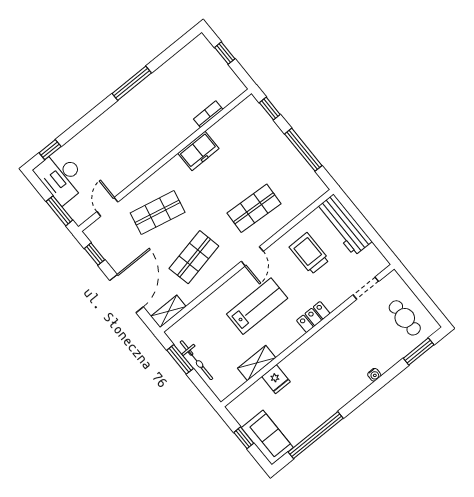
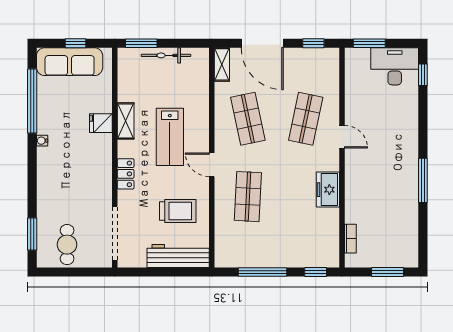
window: (225, 53) -> (387, 272), width x1.50
bookcase: (208, 114) -> (350, 239), moved
door: (107, 207) -> (342, 137), moved
doorway: (366, 288) -> (115, 233), width x1.88
cafe table: (405, 318) -> (67, 245), turned 90
window: (180, 359) -> (141, 43), moved
shelving: (257, 363) -> (126, 121), moved
water cooler: (374, 375) -> (42, 141), moved
fridge: (276, 379) -> (101, 123), moved
sofa: (267, 438) -> (70, 62), width x1.36

